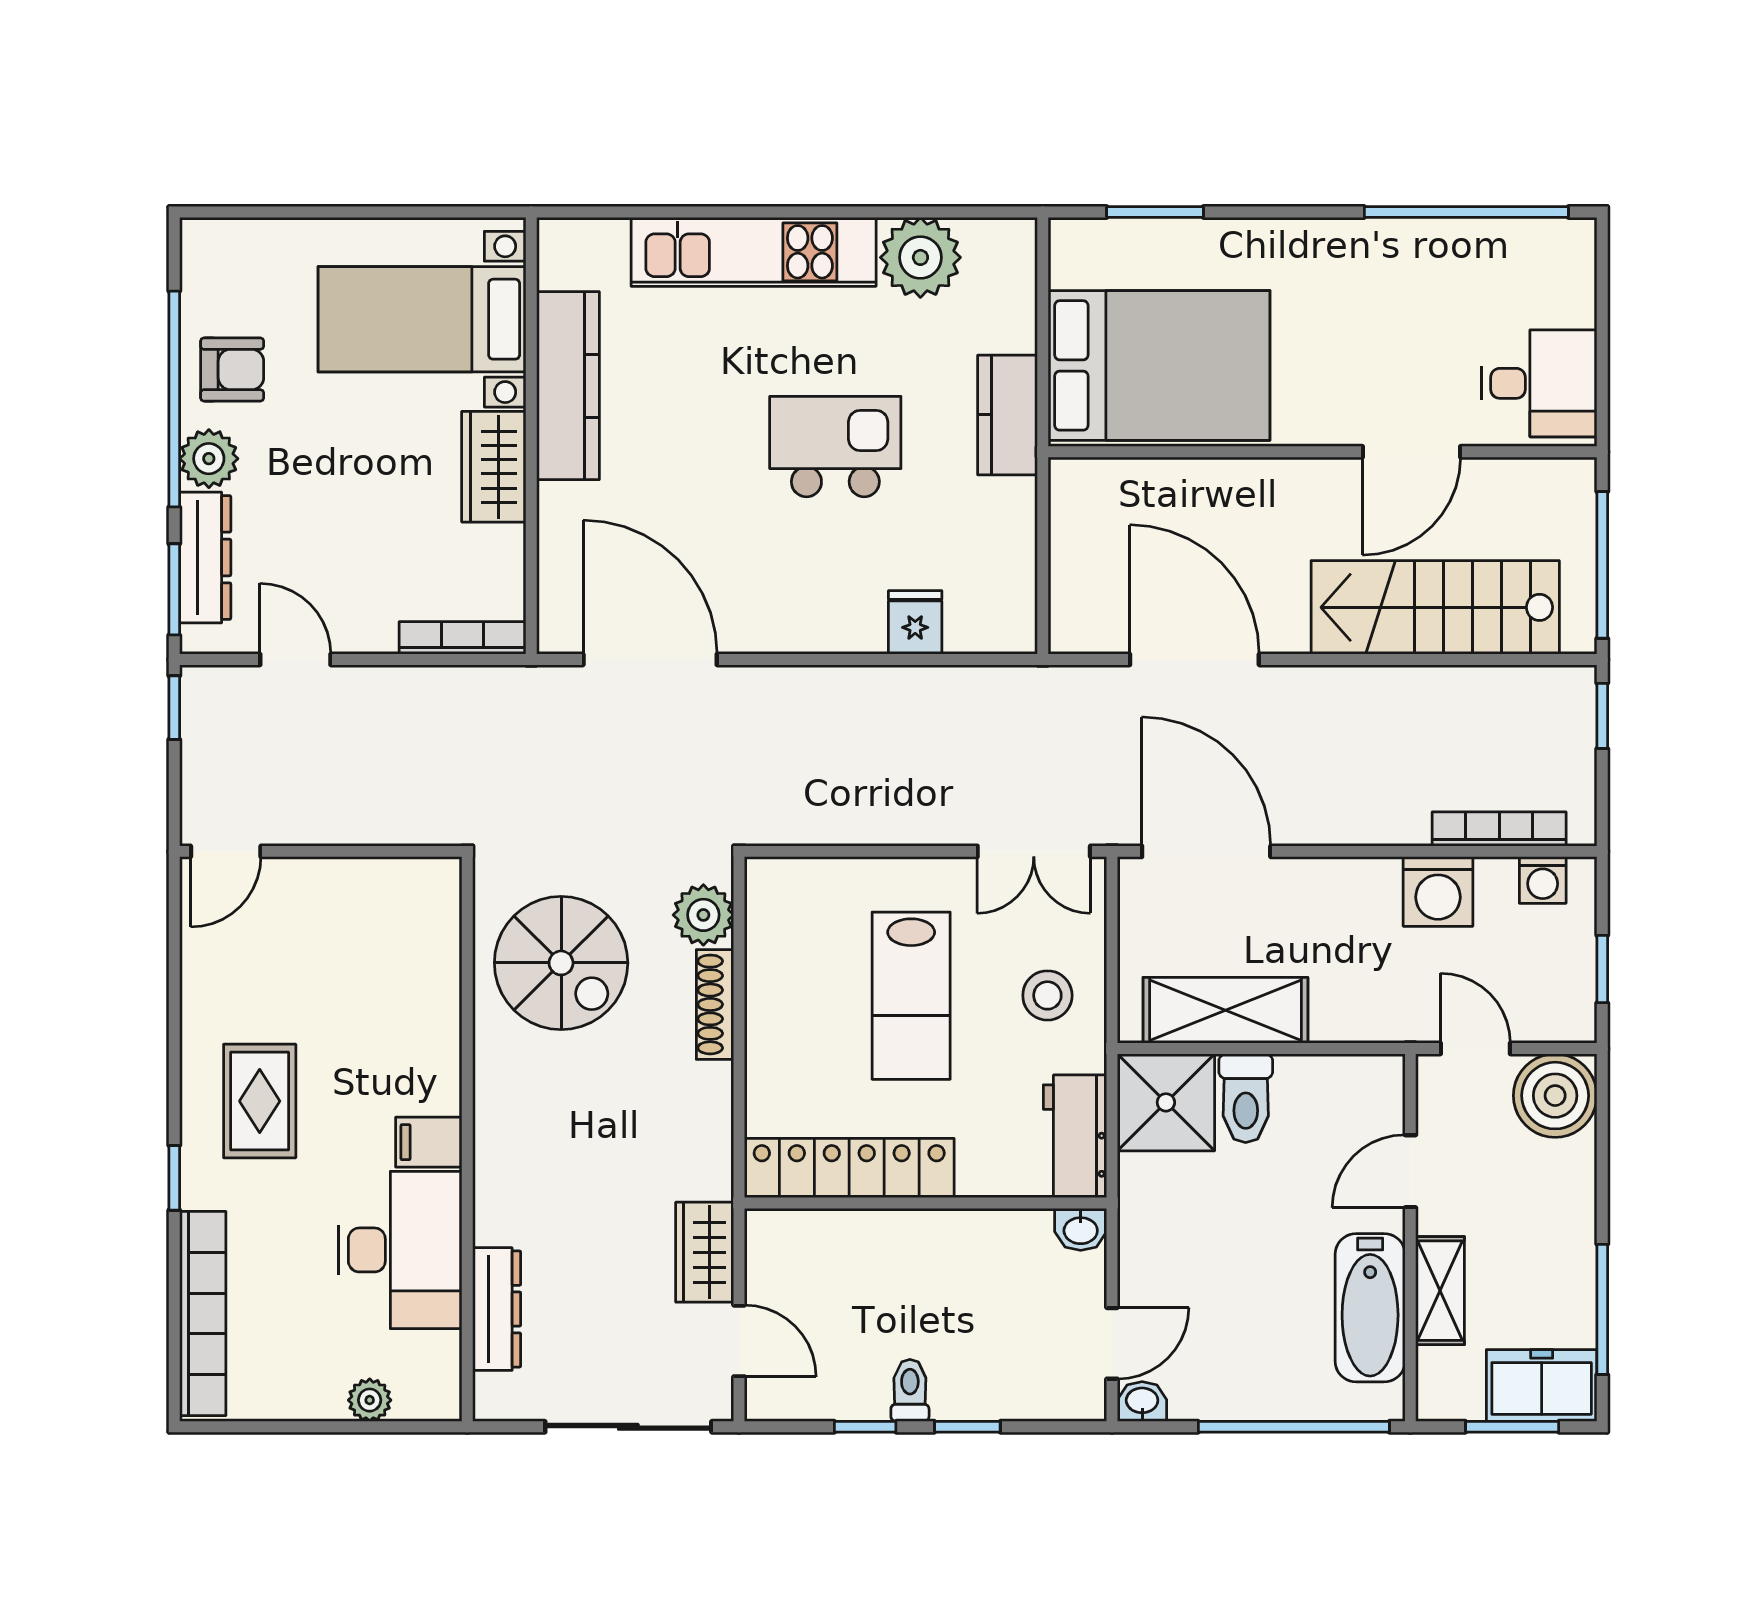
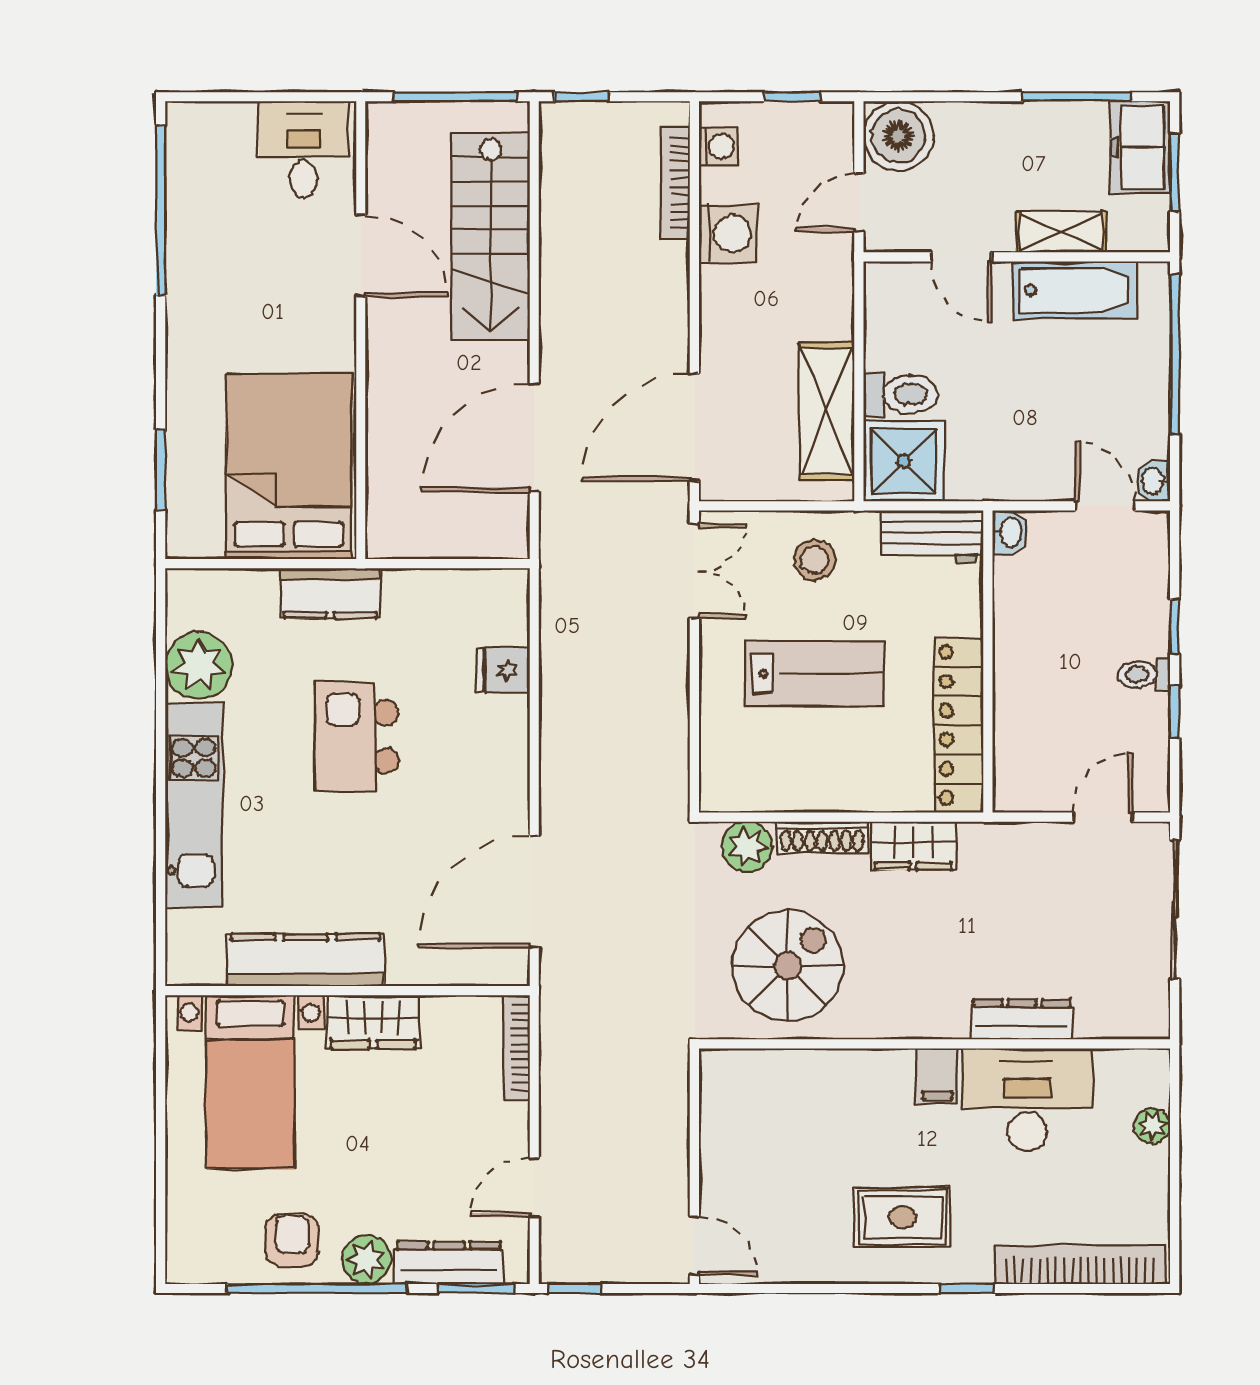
wardrobe: (705, 1252) -> (913, 846), moved
dresser: (497, 1309) -> (1022, 1019), moved

